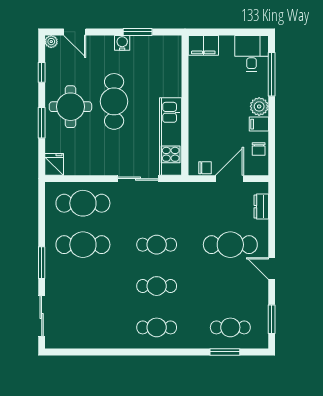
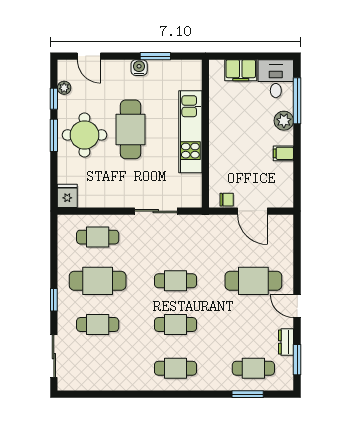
plant: (51, 42) -> (64, 88), moved
filing cabinet: (203, 45) -> (241, 70), moved
plant: (259, 106) -> (284, 121), moved
window: (42, 123) -> (54, 135), moved
kitchen unit: (171, 136) -> (190, 132), moved
chair: (259, 149) -> (283, 180), removed
door: (229, 179) -> (252, 211), swing flipped
cafe table: (83, 203) -> (98, 237), width x0.73, depth x0.74
dresser: (261, 207) -> (286, 342), moved
window: (42, 263) -> (54, 300), width x0.67
cafe table: (83, 286) -> (98, 325), added

